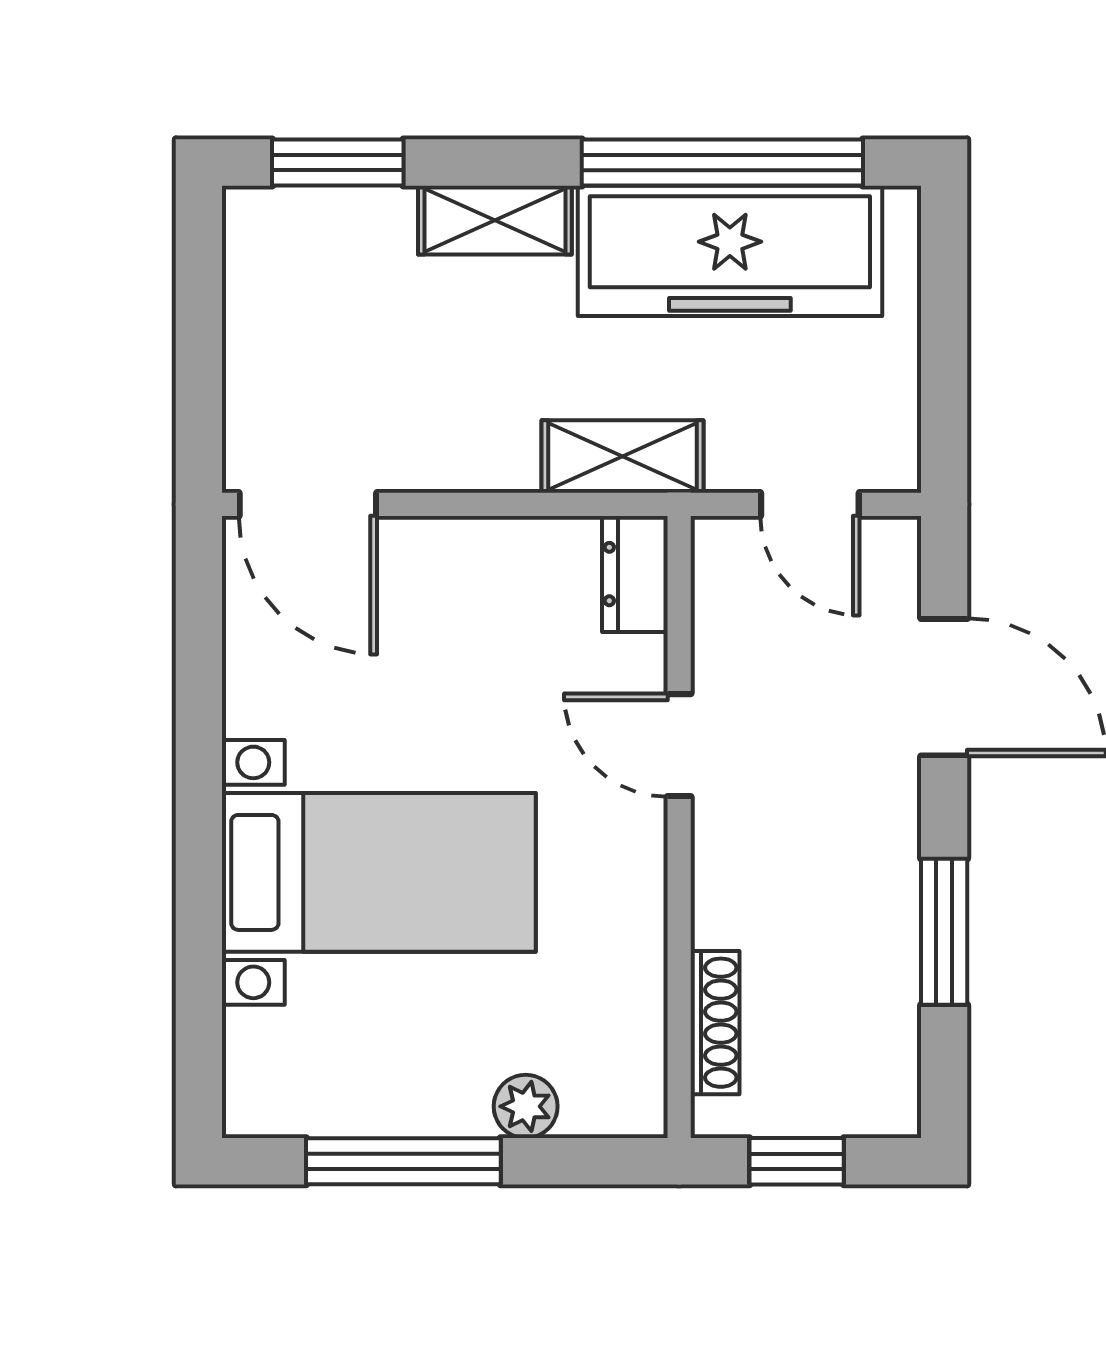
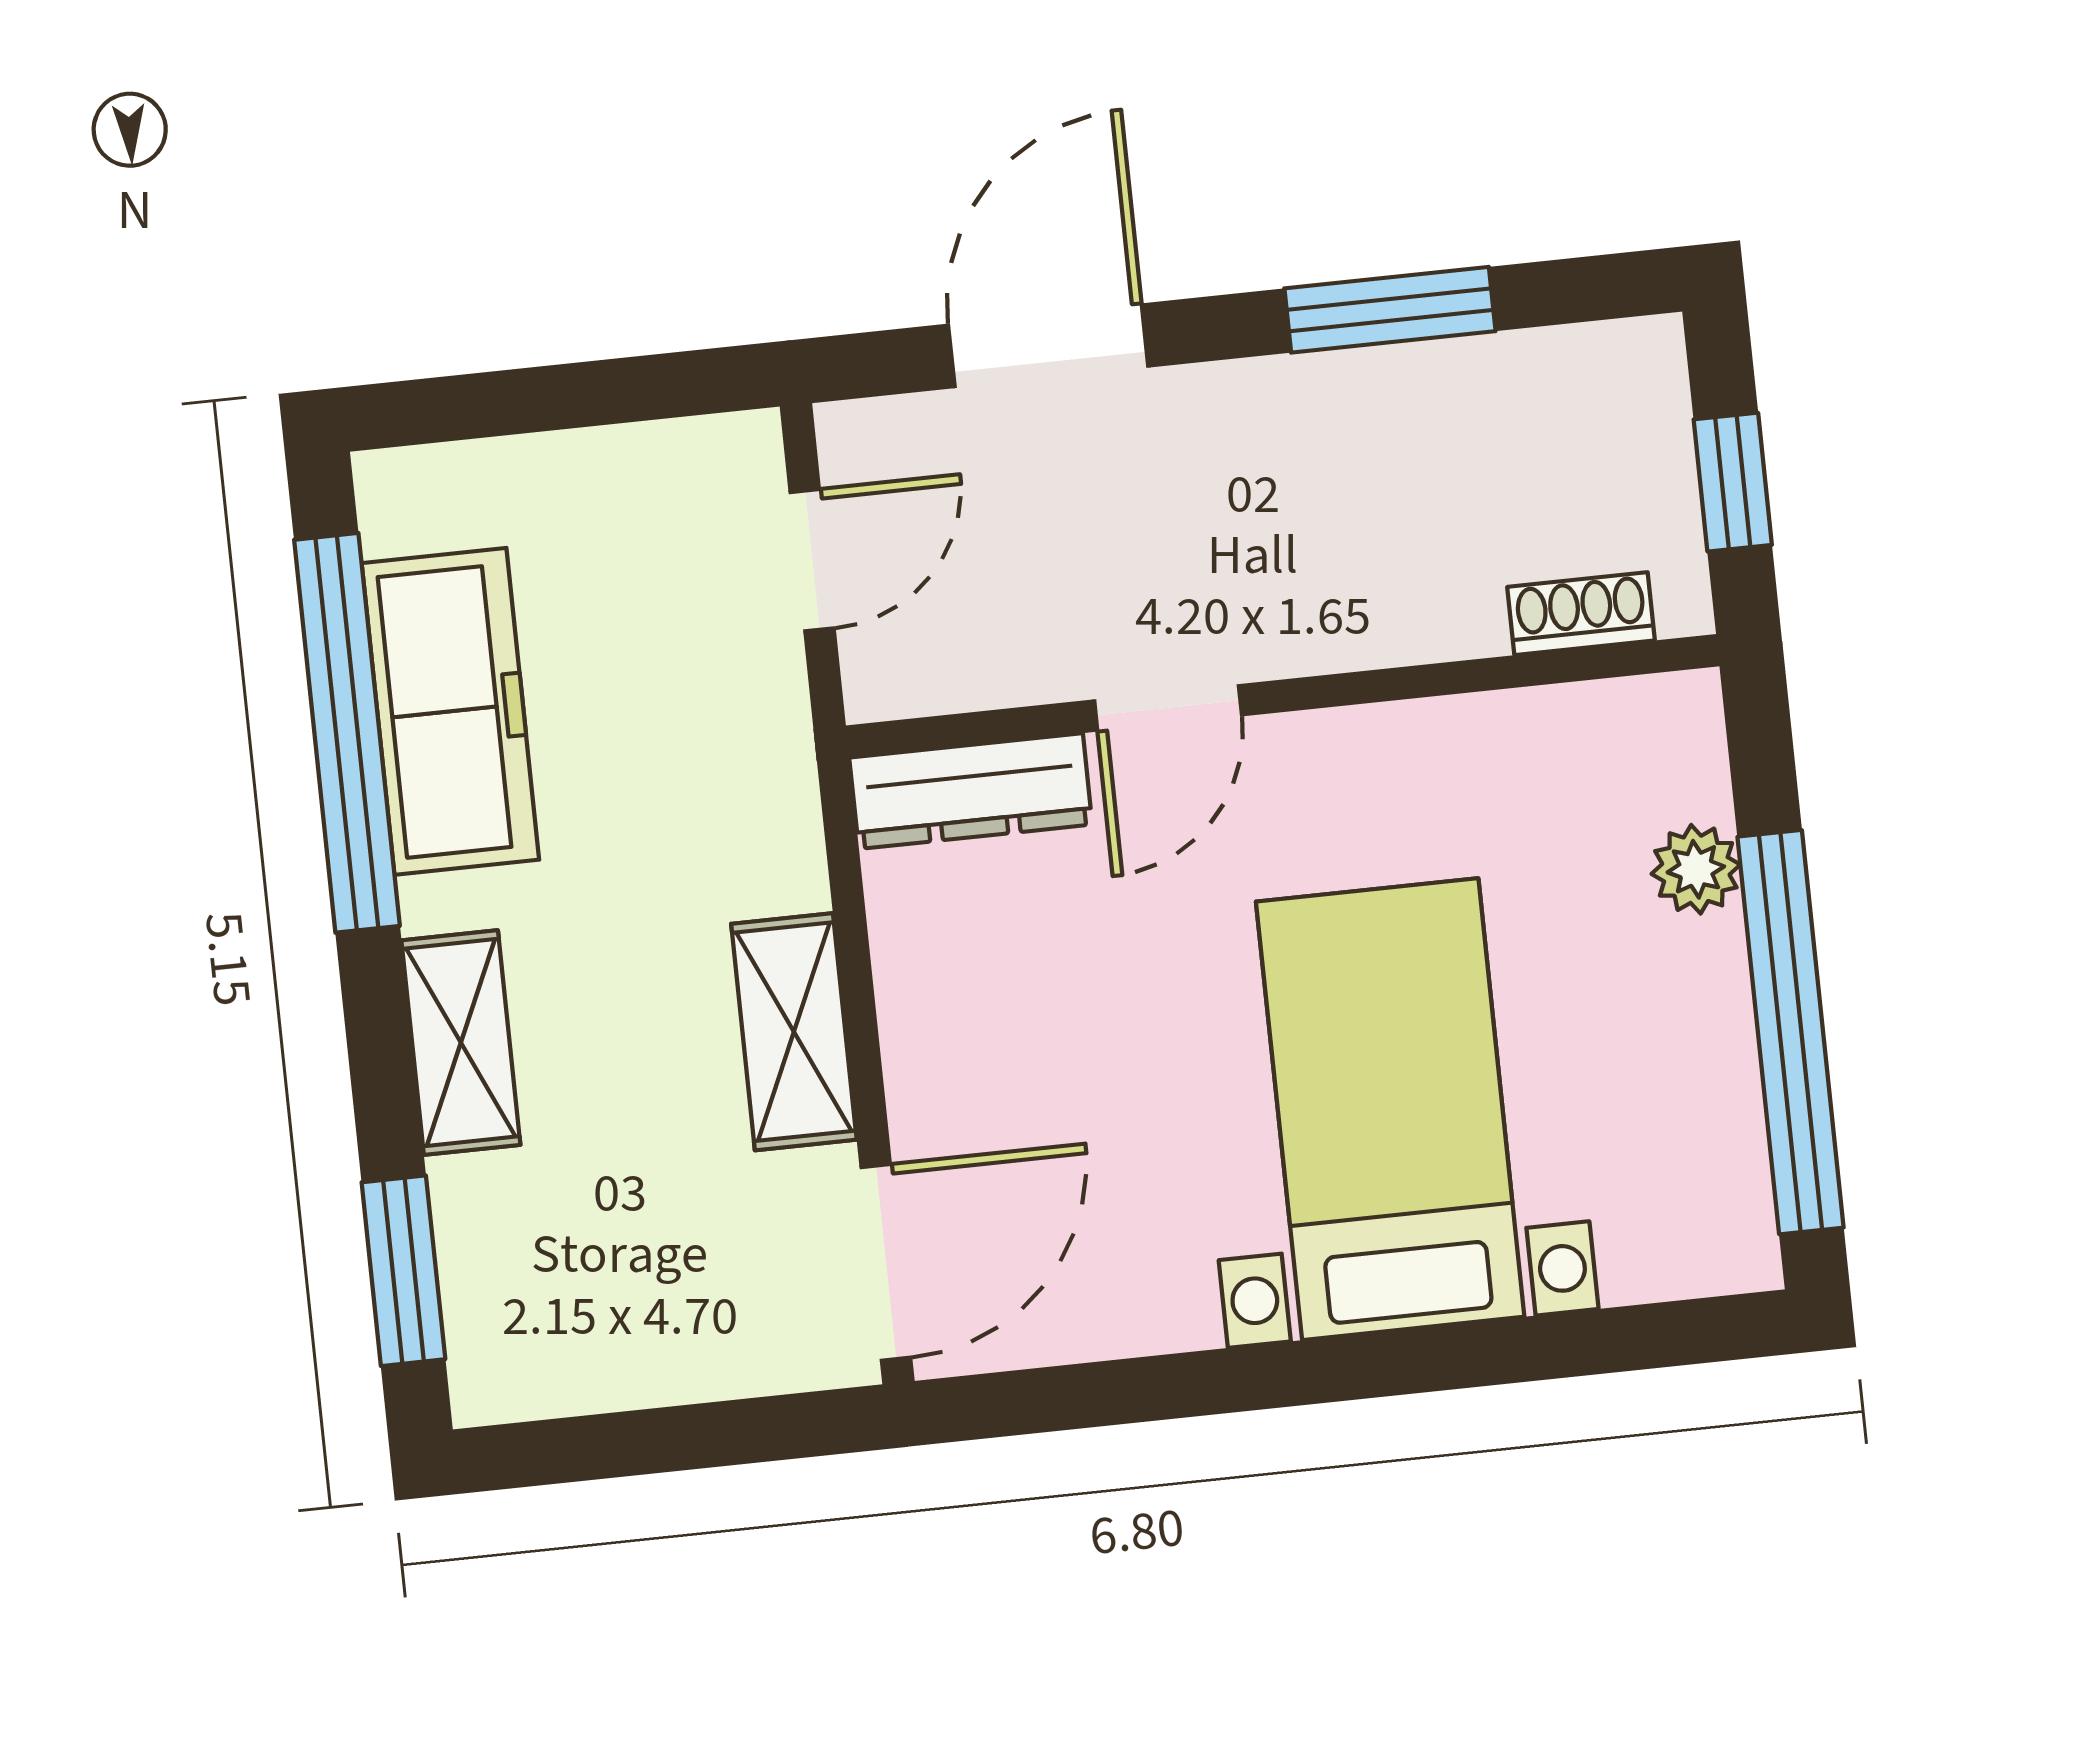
freezer: (730, 251) -> (450, 711), width x0.73, depth x0.79
shelving: (623, 456) -> (794, 1032), moved
dresser: (635, 574) -> (971, 791), width x1.44
shoe rack: (715, 1023) -> (1581, 614), width x0.70
window: (403, 1161) -> (1791, 1032), width x1.46

